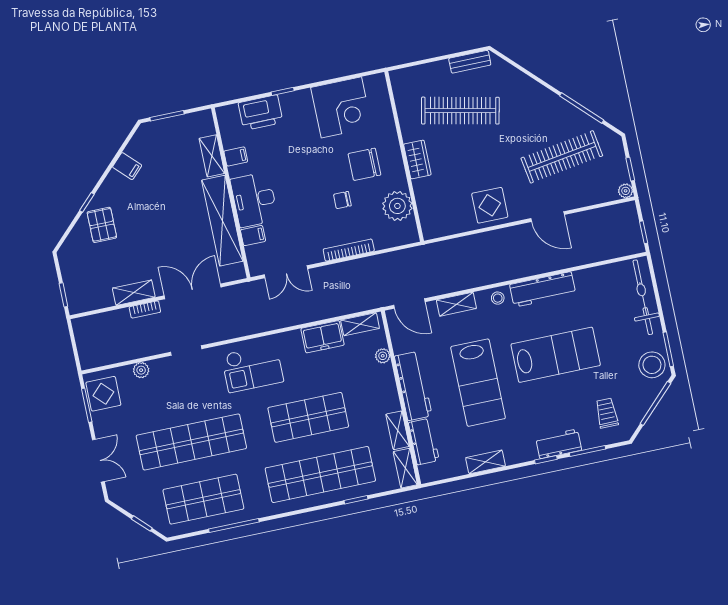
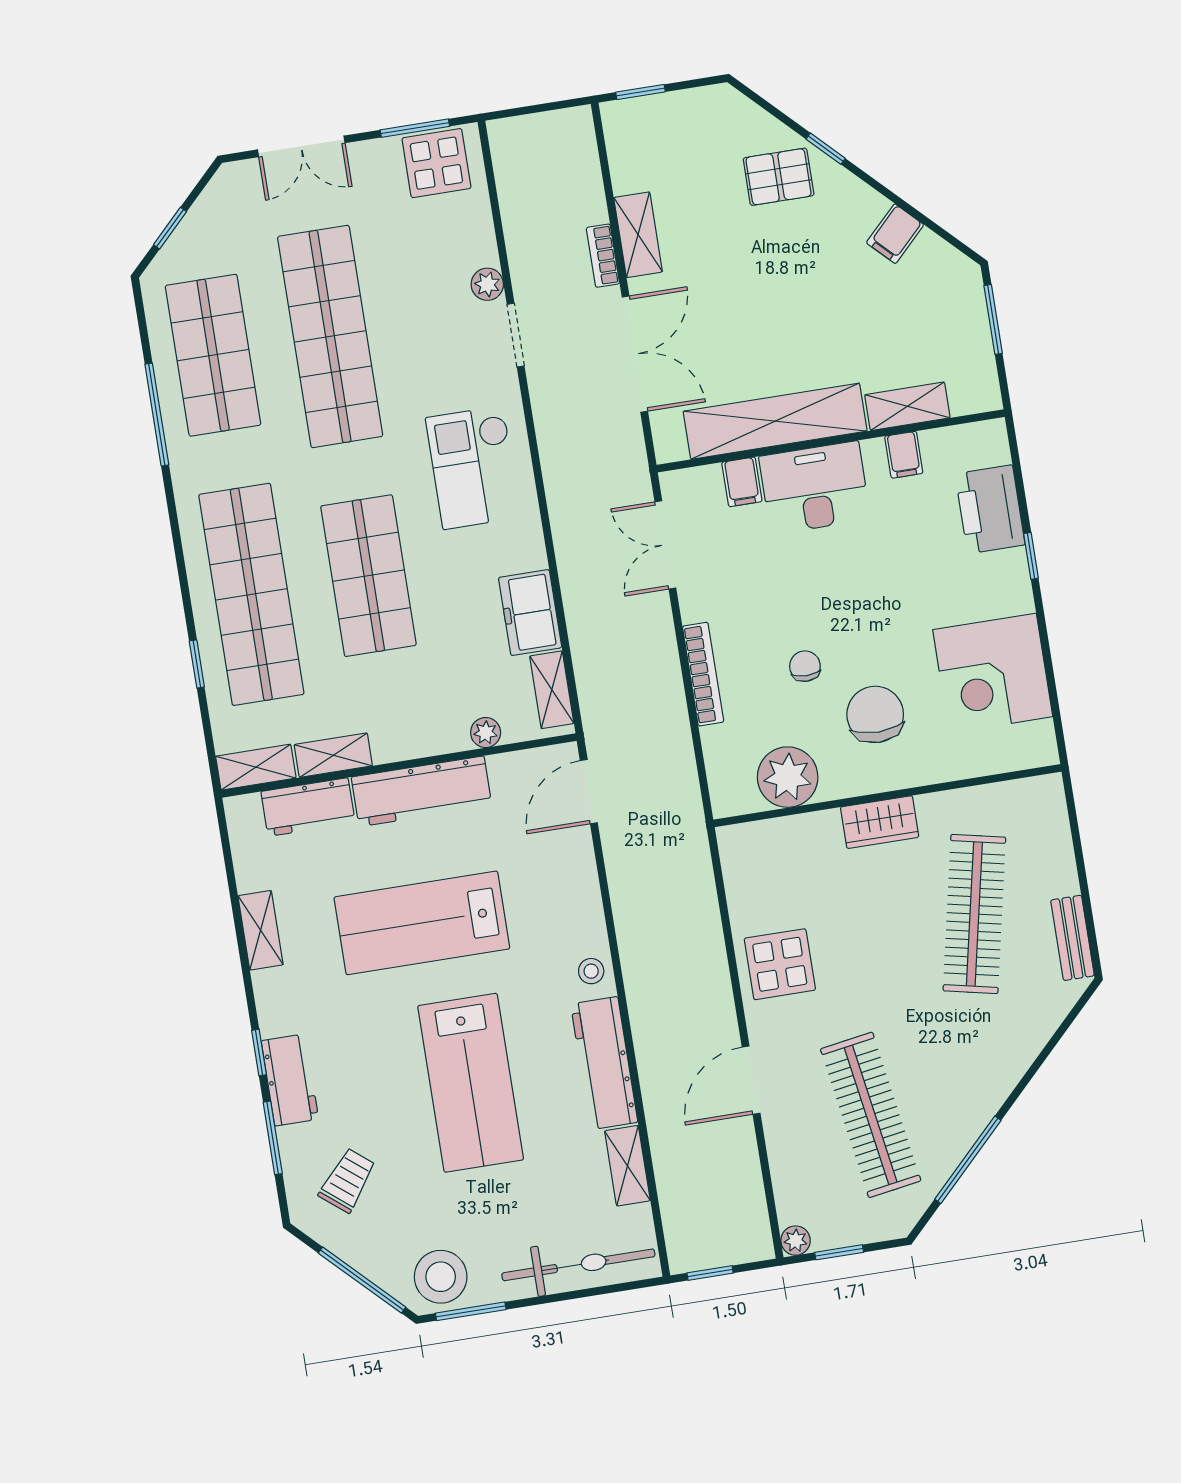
shelving: (456, 304) -> (627, 1166), moved
plant: (141, 370) -> (487, 284), moved
trolley: (607, 413) -> (347, 1180), turned -51

